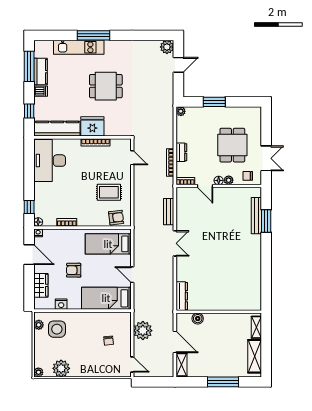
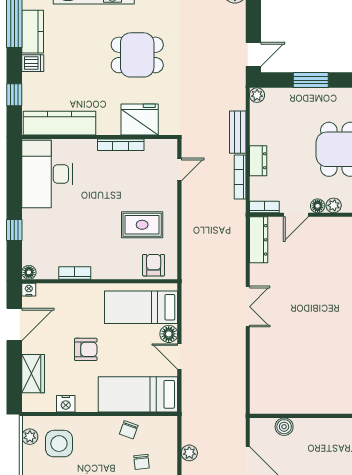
door: (178, 65) -> (253, 54), moved
fridge: (92, 126) -> (140, 119), moved
door: (132, 158) -> (179, 170), hinge flipped
door: (205, 186) -> (296, 215), hinge flipped
window: (29, 207) -> (14, 230), moved
bench: (169, 212) -> (238, 132), moved
armchair: (116, 218) -> (154, 265), turned -83
door: (29, 255) -> (14, 325), hinge flipped
floor lamp: (126, 261) -> (169, 334), added
armchair: (74, 270) -> (86, 349), turned 180
dresser: (182, 296) -> (259, 240), moved
chair: (101, 320) -> (129, 430), added
plant: (143, 331) -> (189, 453), width x0.53, depth x0.53

